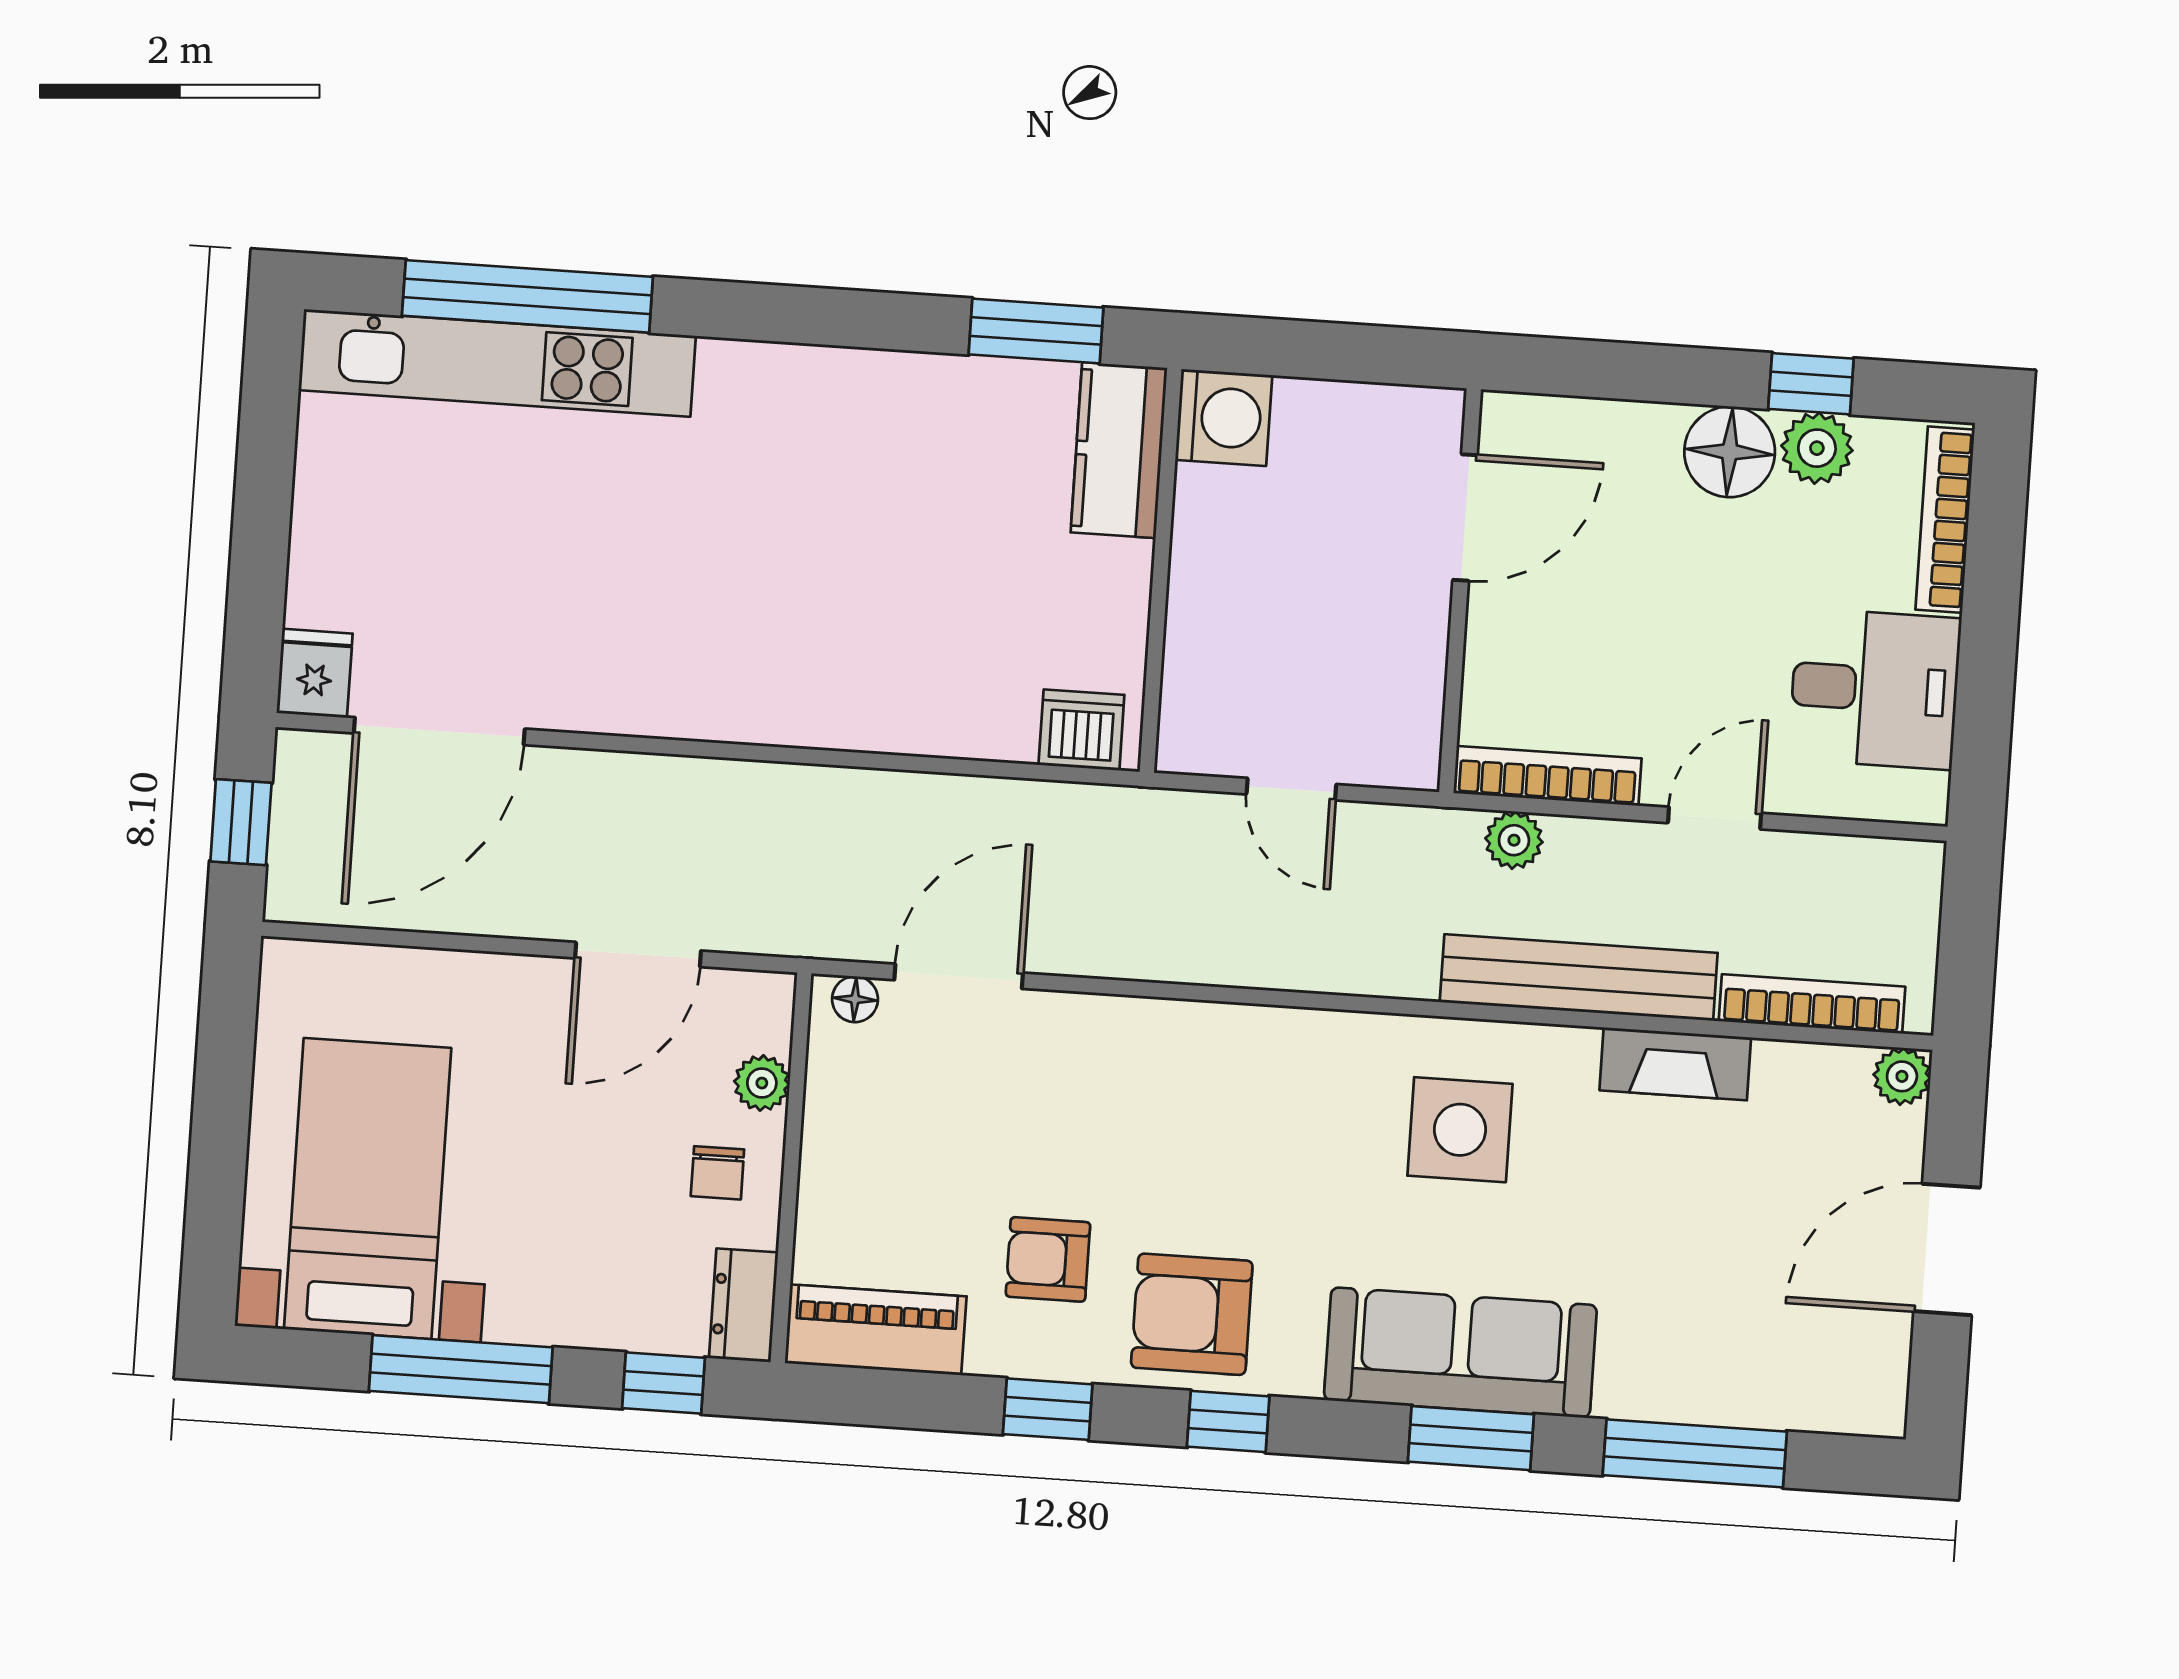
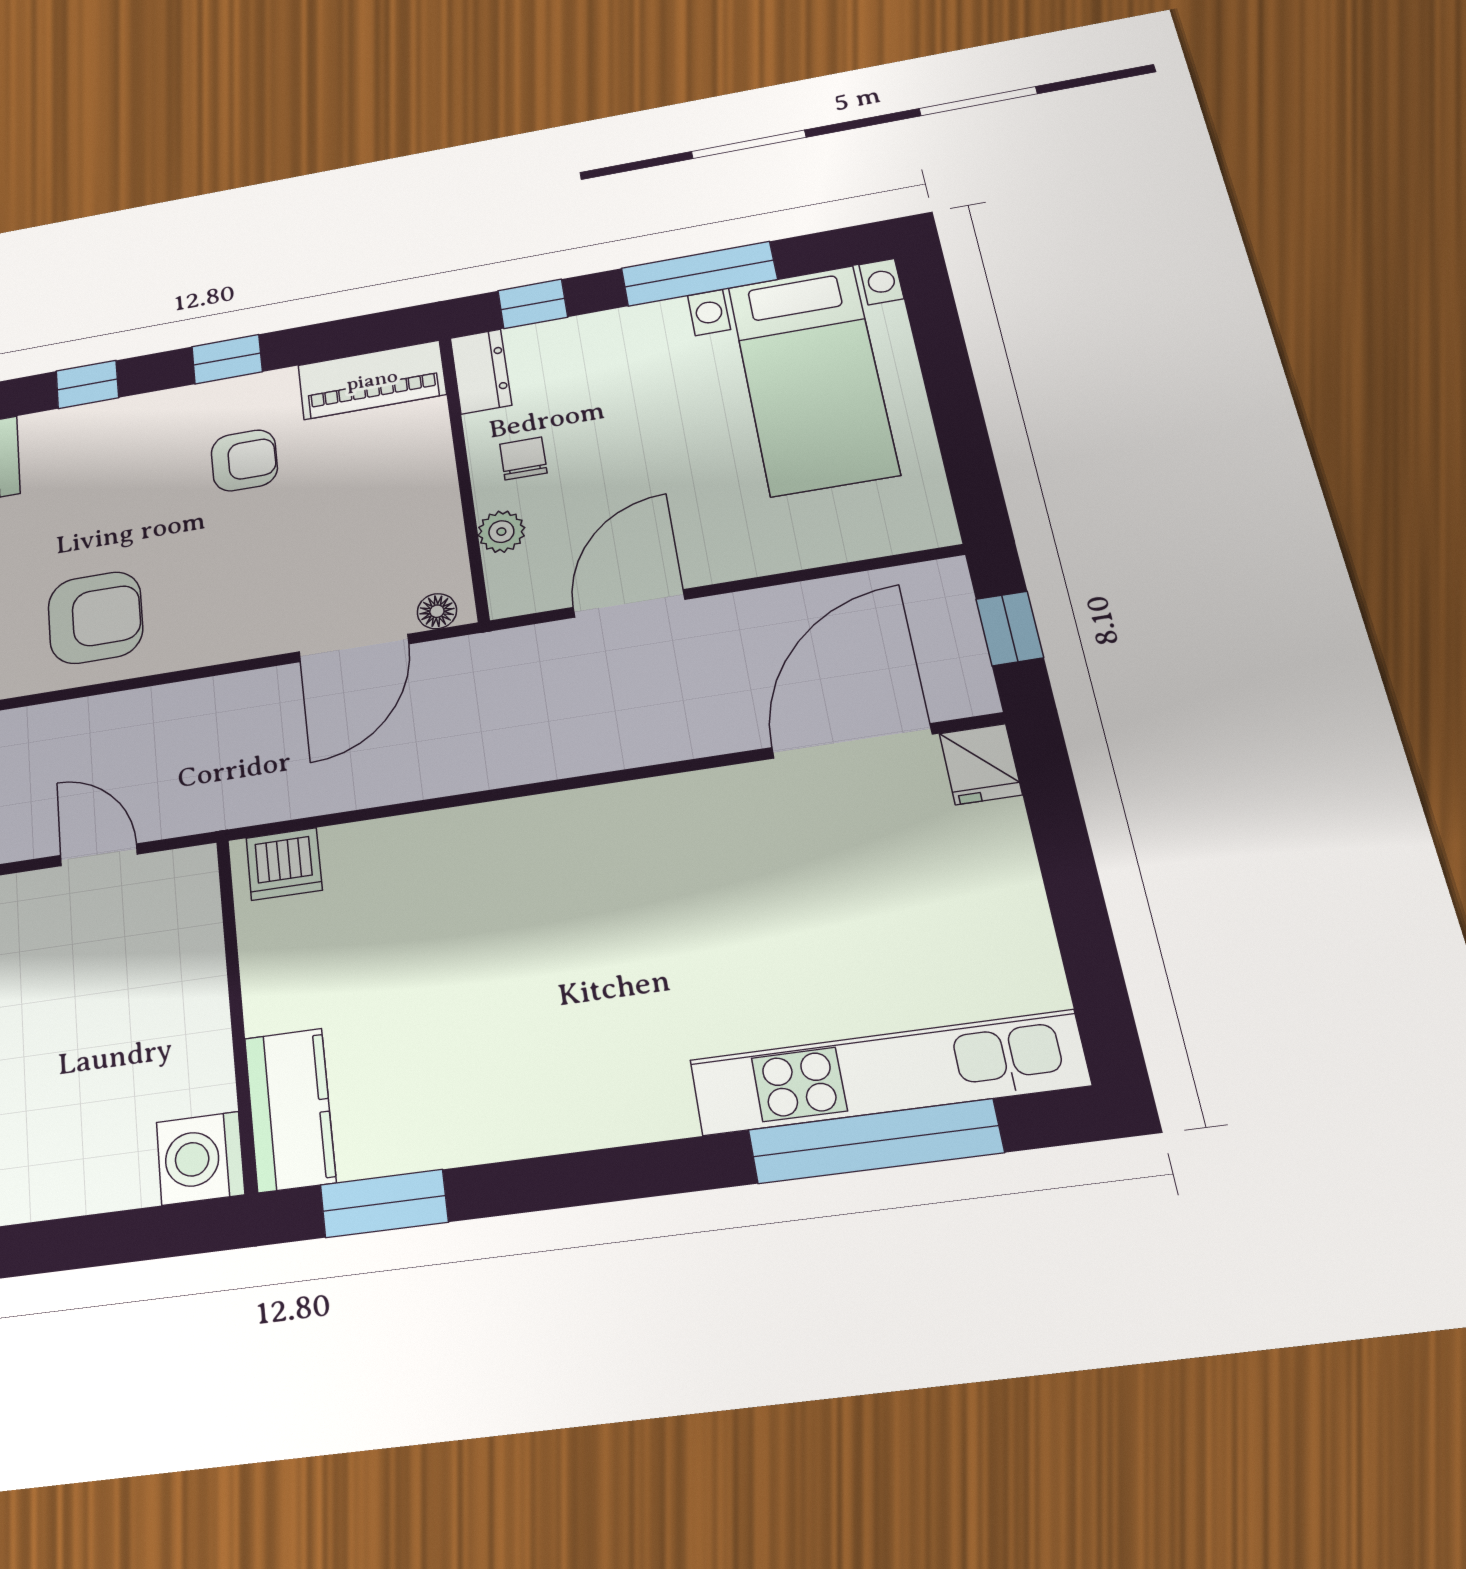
armchair: (1192, 1314) -> (95, 618), moved

